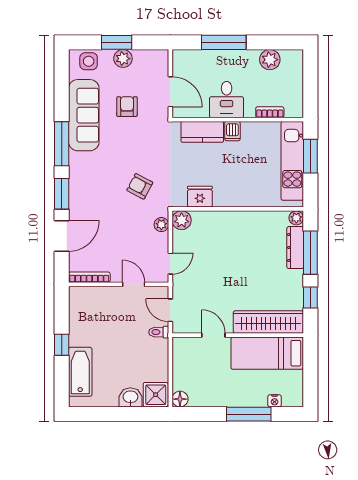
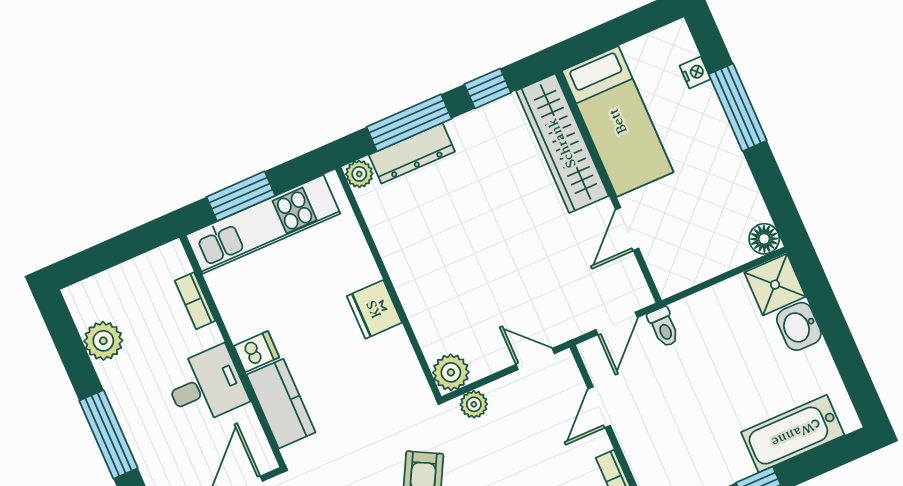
fridge: (200, 197) -> (374, 309), moved

